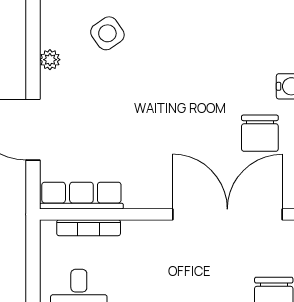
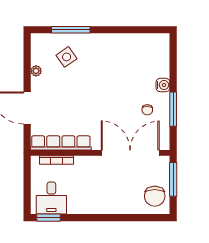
chair: (260, 133) -> (147, 110), width x0.54, depth x0.54
row of seats: (81, 196) -> (61, 143), width x1.36

